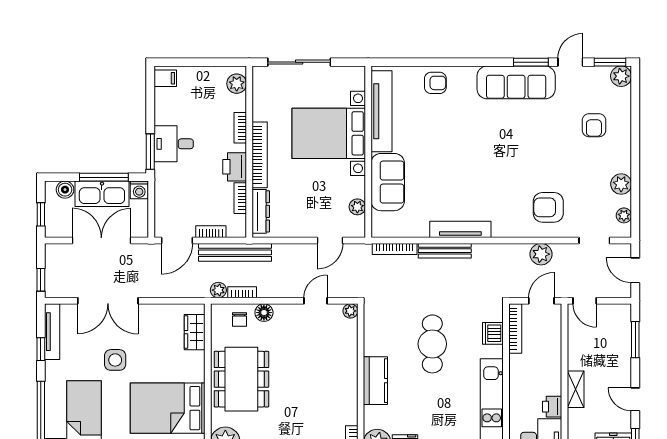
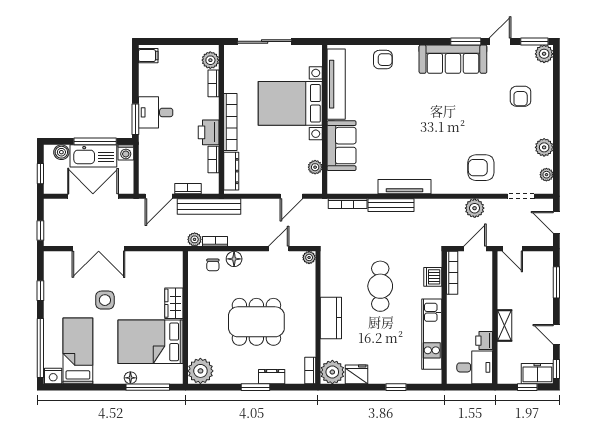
bookcase: (240, 128) -> (214, 83), moved
tv unit: (52, 332) -> (50, 275), removed
wardrobe: (195, 332) -> (174, 303), moved
dining table: (241, 379) -> (256, 322), moved, turned 90

